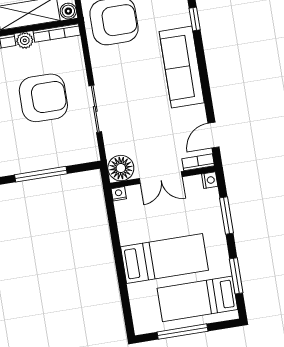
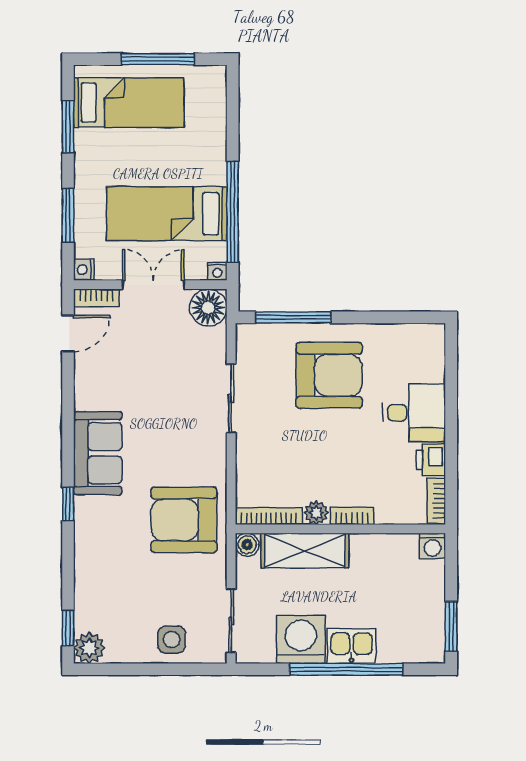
sofa: (182, 67) -> (98, 453), width x0.73
armchair: (43, 98) -> (329, 375), moved, turned 180
window: (41, 174) -> (293, 317), moved
window: (115, 236) -> (233, 212), added
bed: (164, 259) -> (167, 214), moved

